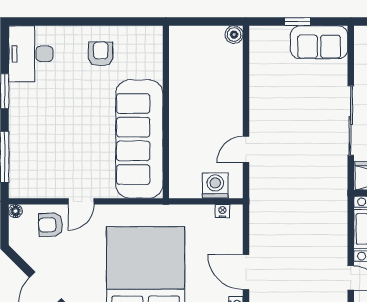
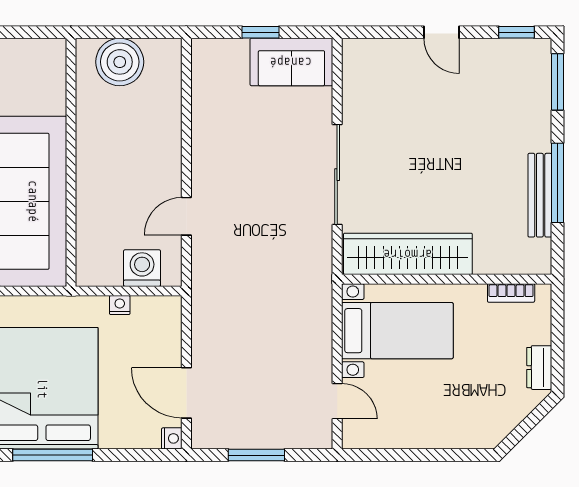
boiler: (234, 35) -> (120, 62), moved, width x1.86, depth x1.86
nightstand: (222, 211) -> (120, 305), moved

